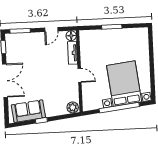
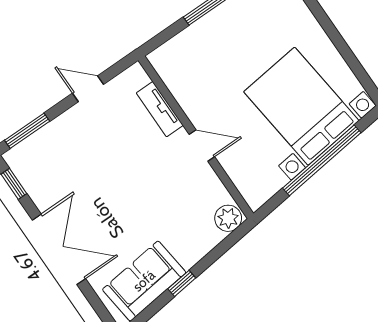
door: (51, 29) -> (88, 89), swing flipped
floor lamp: (71, 36) -> (135, 77), removed

